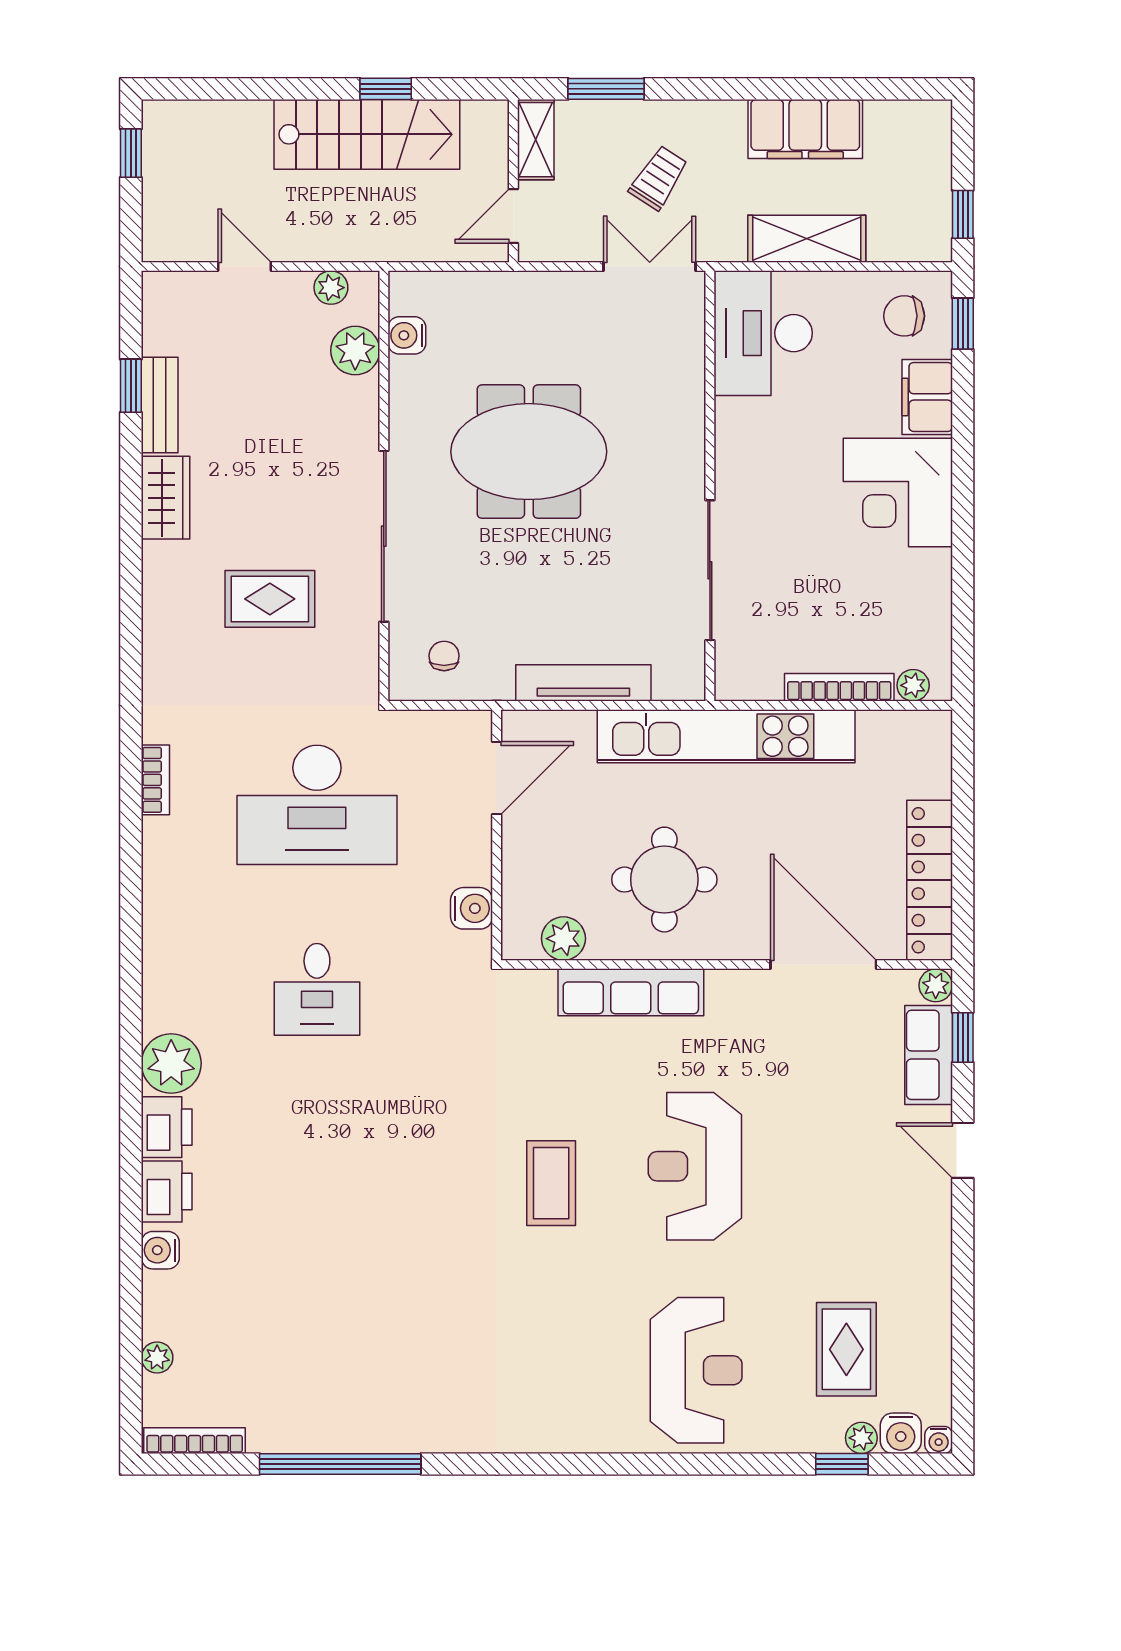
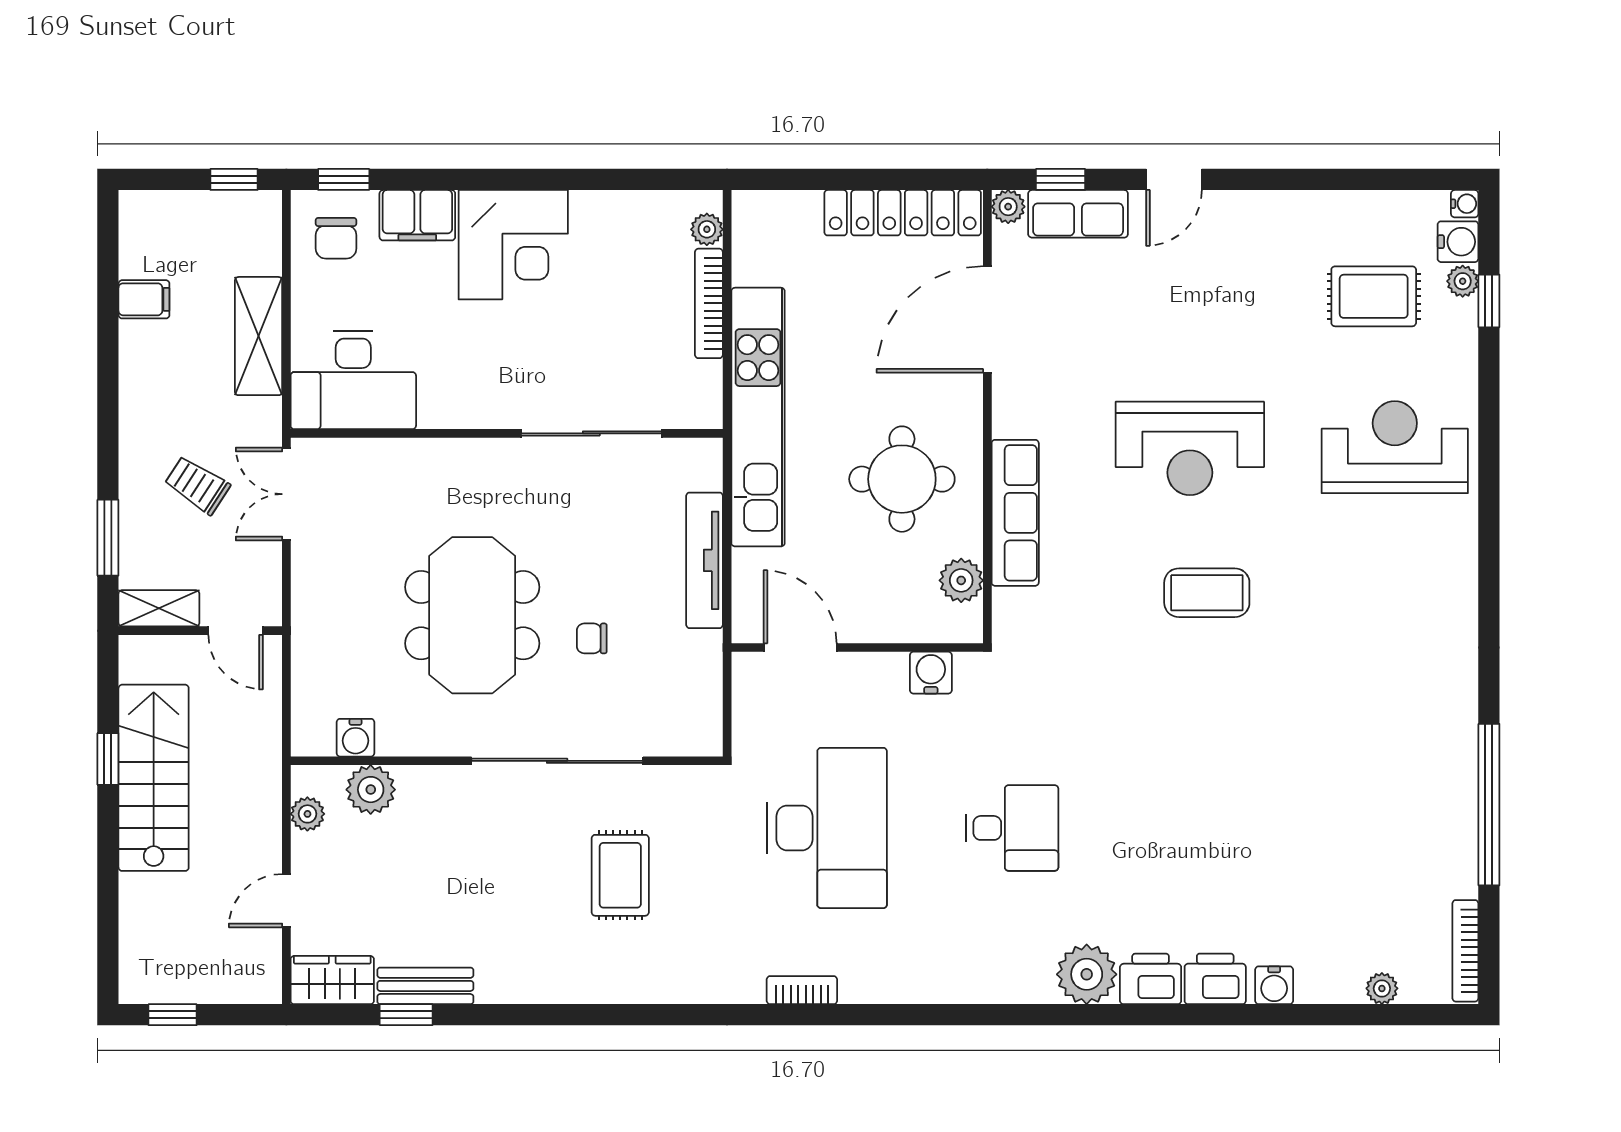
filing cabinet: (805, 129) -> (144, 299), width x0.33, depth x0.86
wardrobe: (165, 498) -> (332, 980), moved
chair: (444, 656) -> (592, 638), moved

